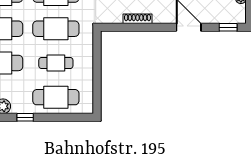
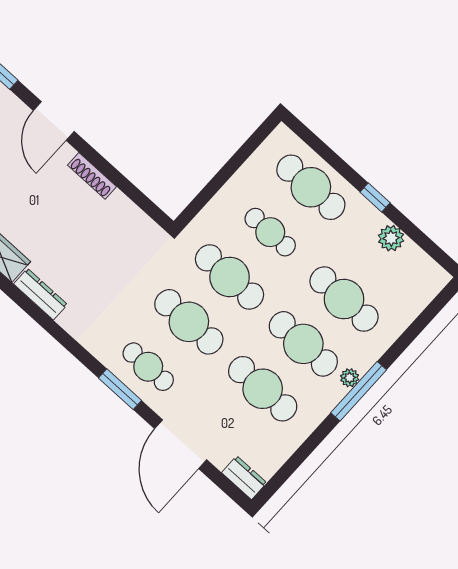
shoe rack: (138, 19) -> (92, 176), moved

